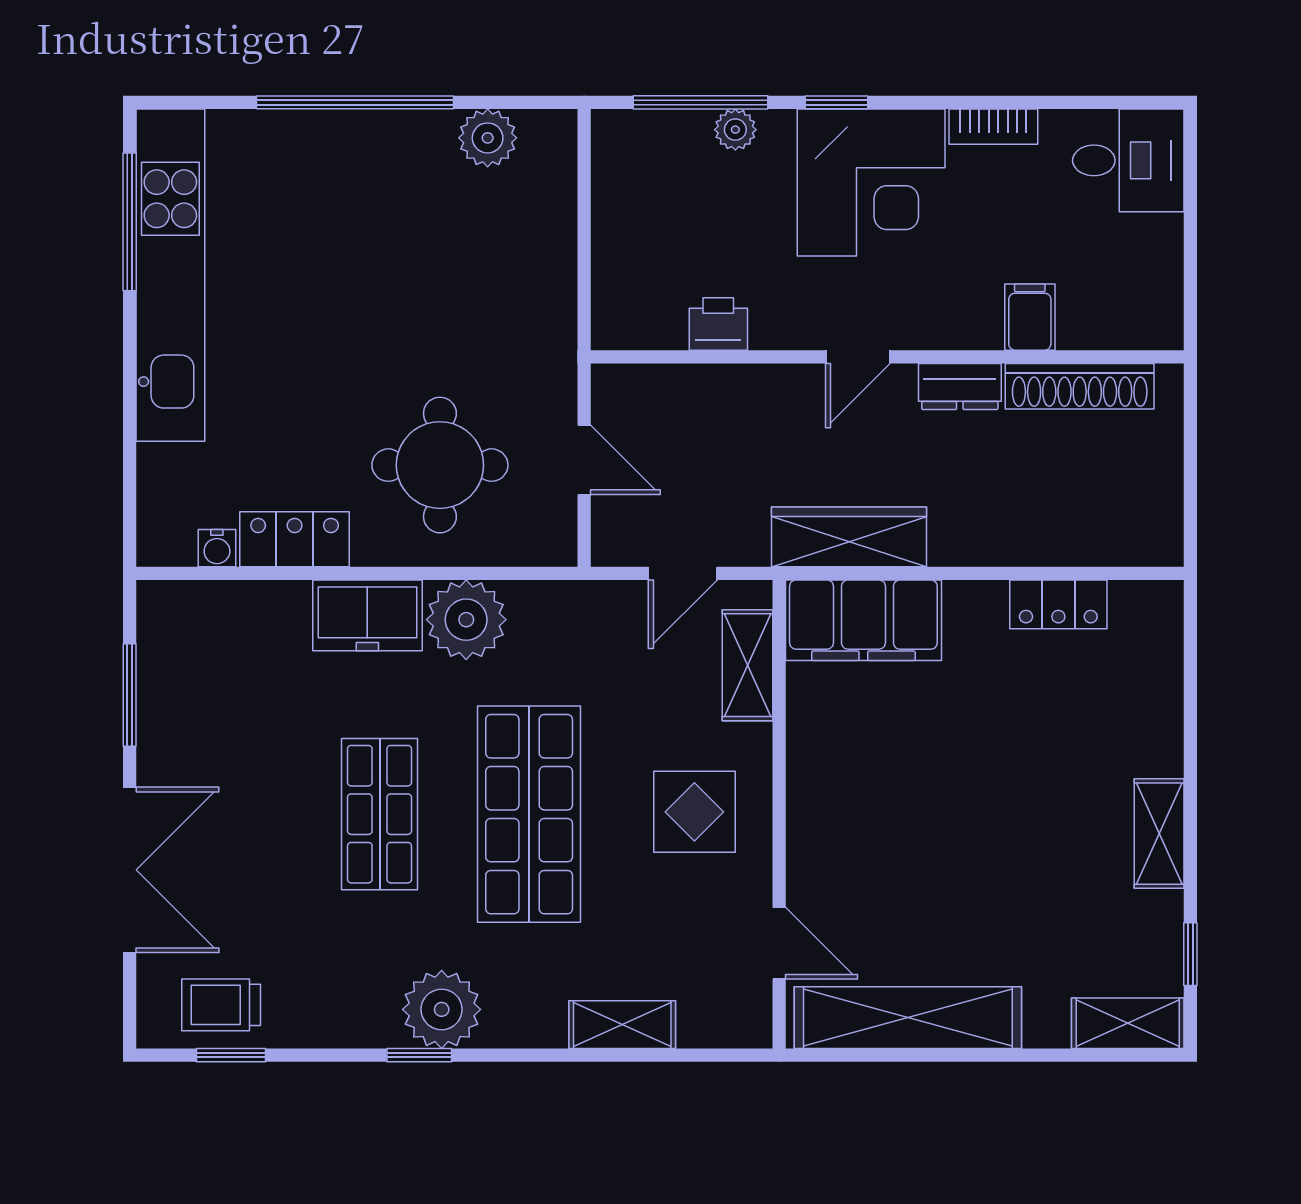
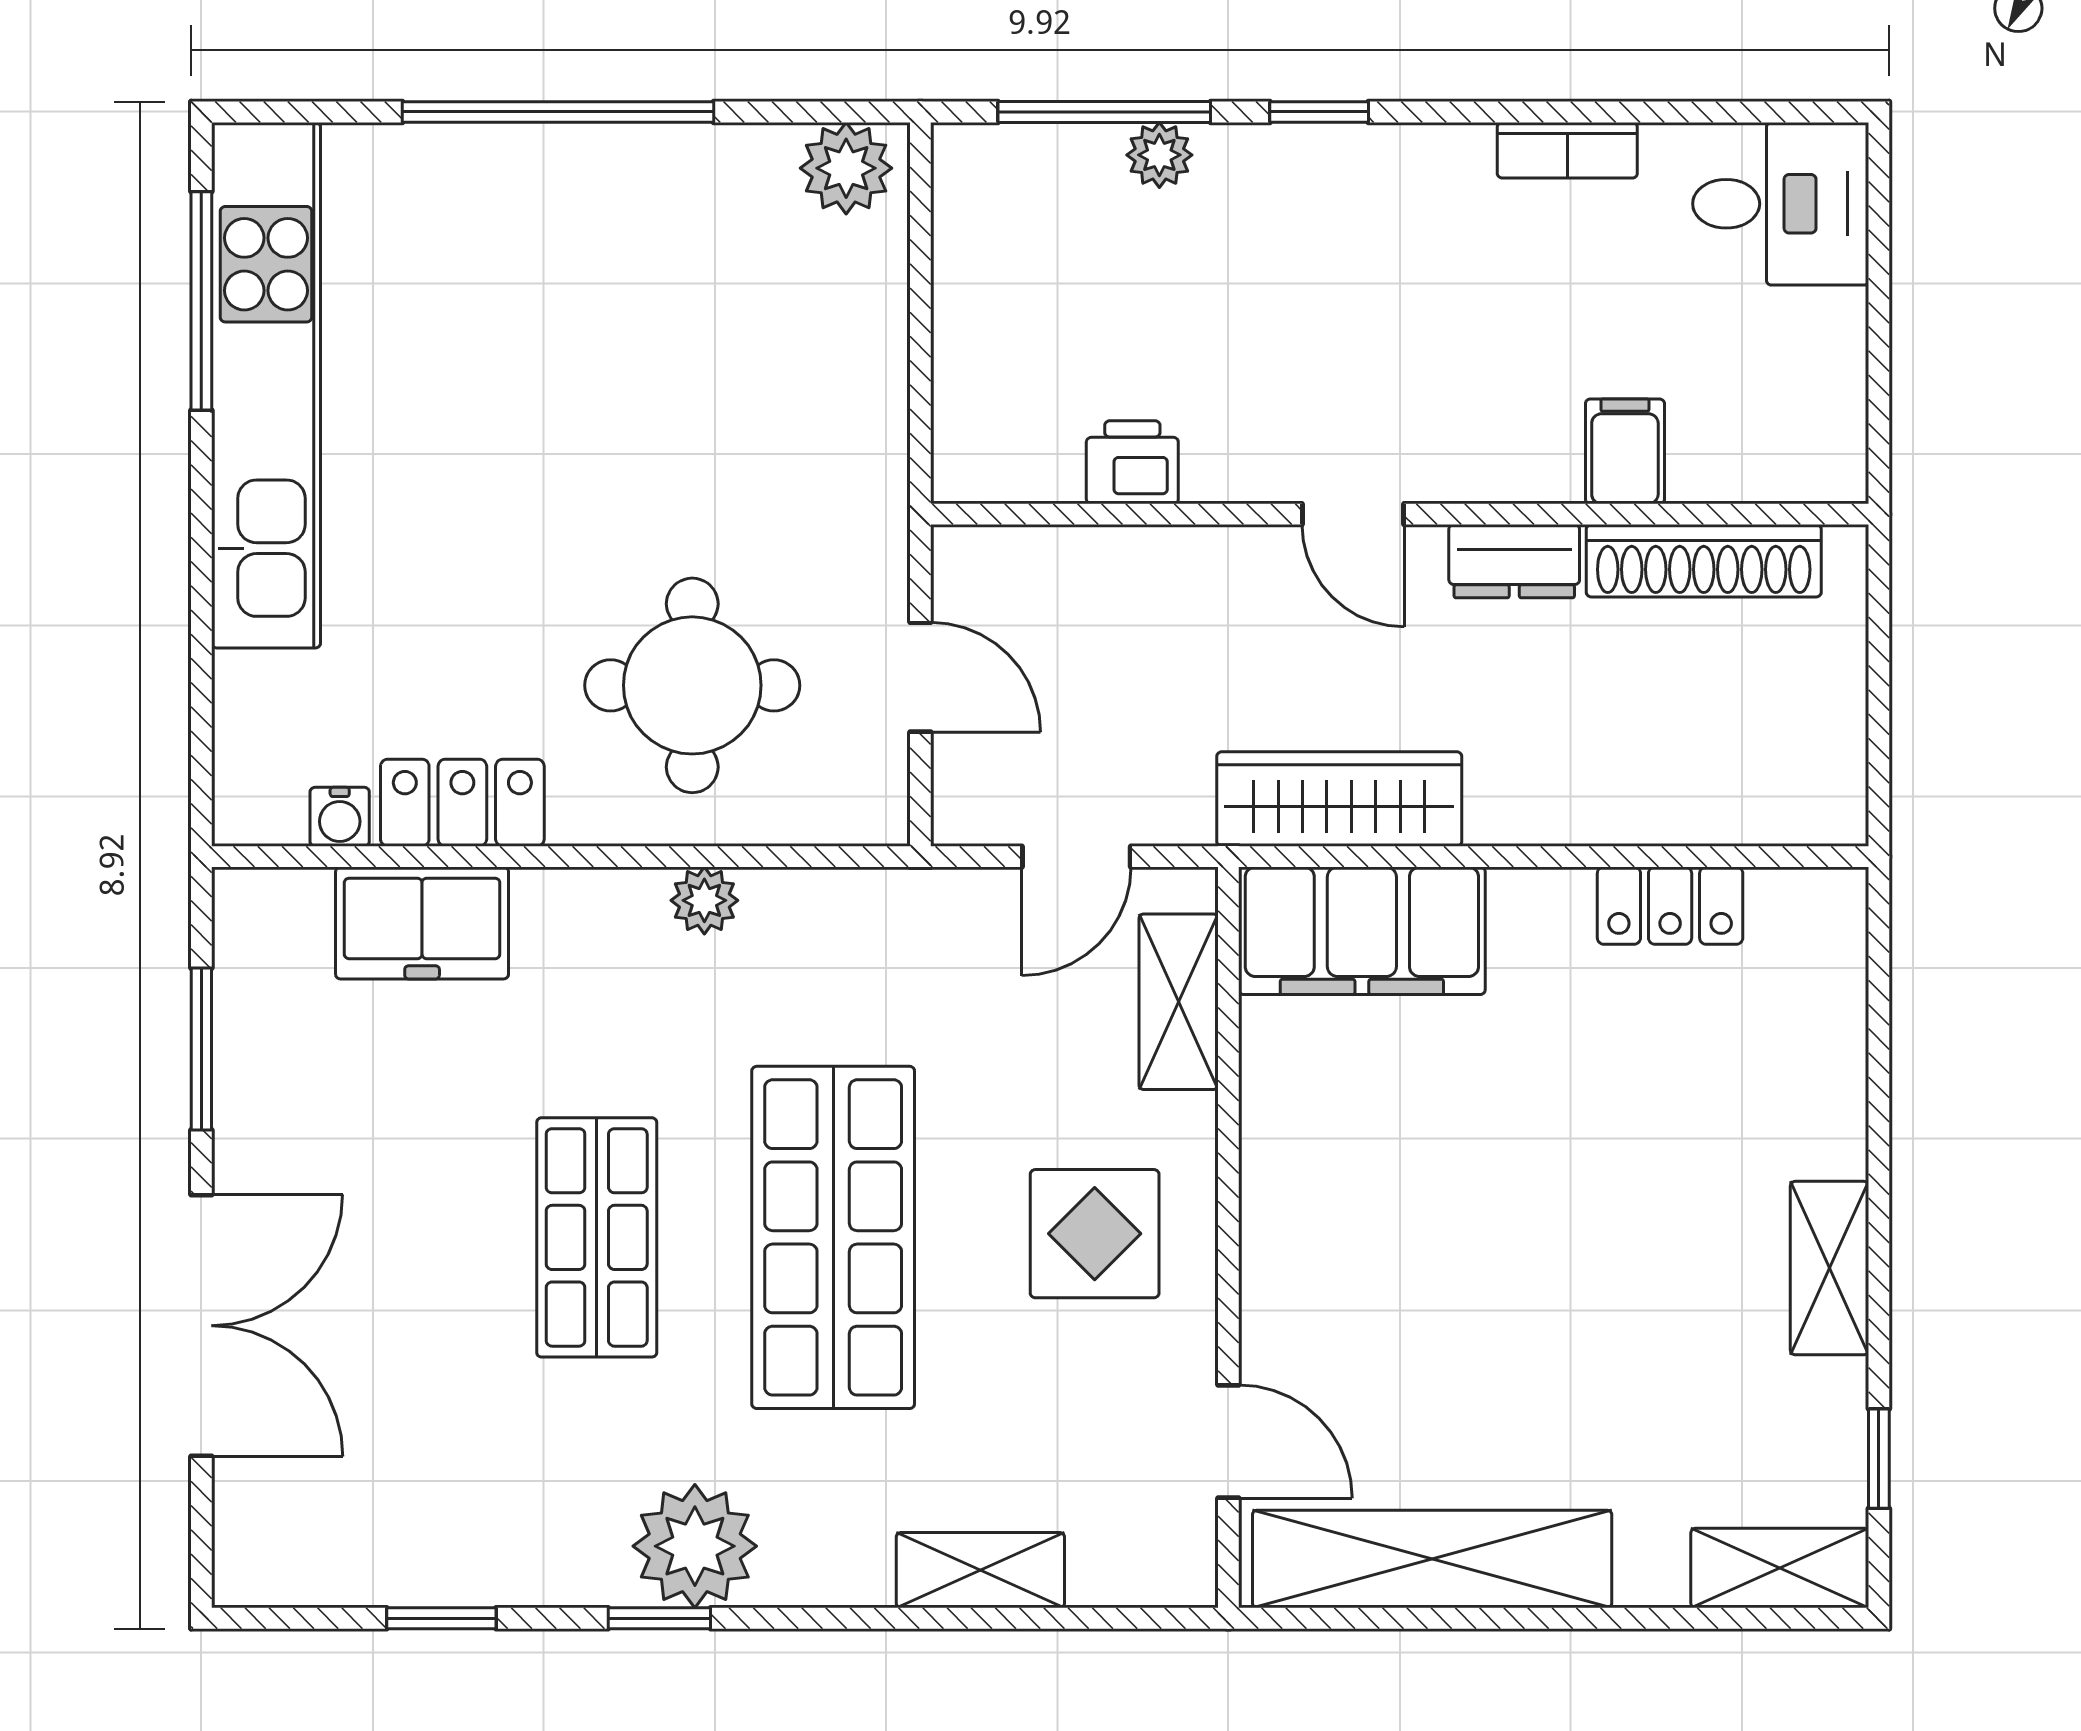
plant: (488, 138) -> (846, 168), moved
corner desk: (871, 183) -> (1374, 239), removed
door: (858, 357) -> (1353, 514), hinge flipped
freezer: (367, 615) -> (422, 923), moved
plant: (466, 620) -> (704, 900), width x0.53, depth x0.53
trolley: (221, 1005) -> (346, 1539), removed
window: (231, 1055) -> (441, 1618), moved

